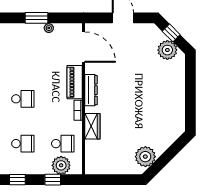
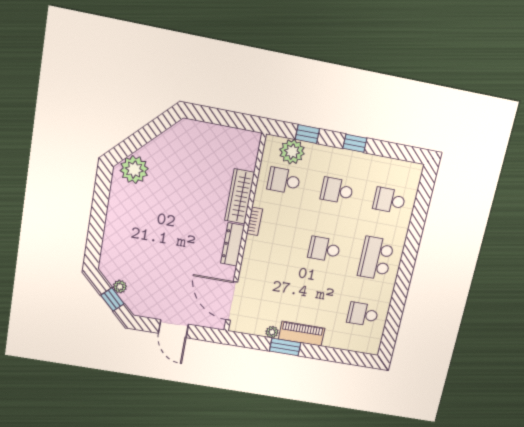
plant: (167, 50) -> (120, 287), width x0.53, depth x0.53
piano: (75, 82) -> (302, 334), moved, turned -90
wardrobe: (92, 126) -> (240, 196), width x1.50
plant: (145, 157) -> (134, 170), moved

